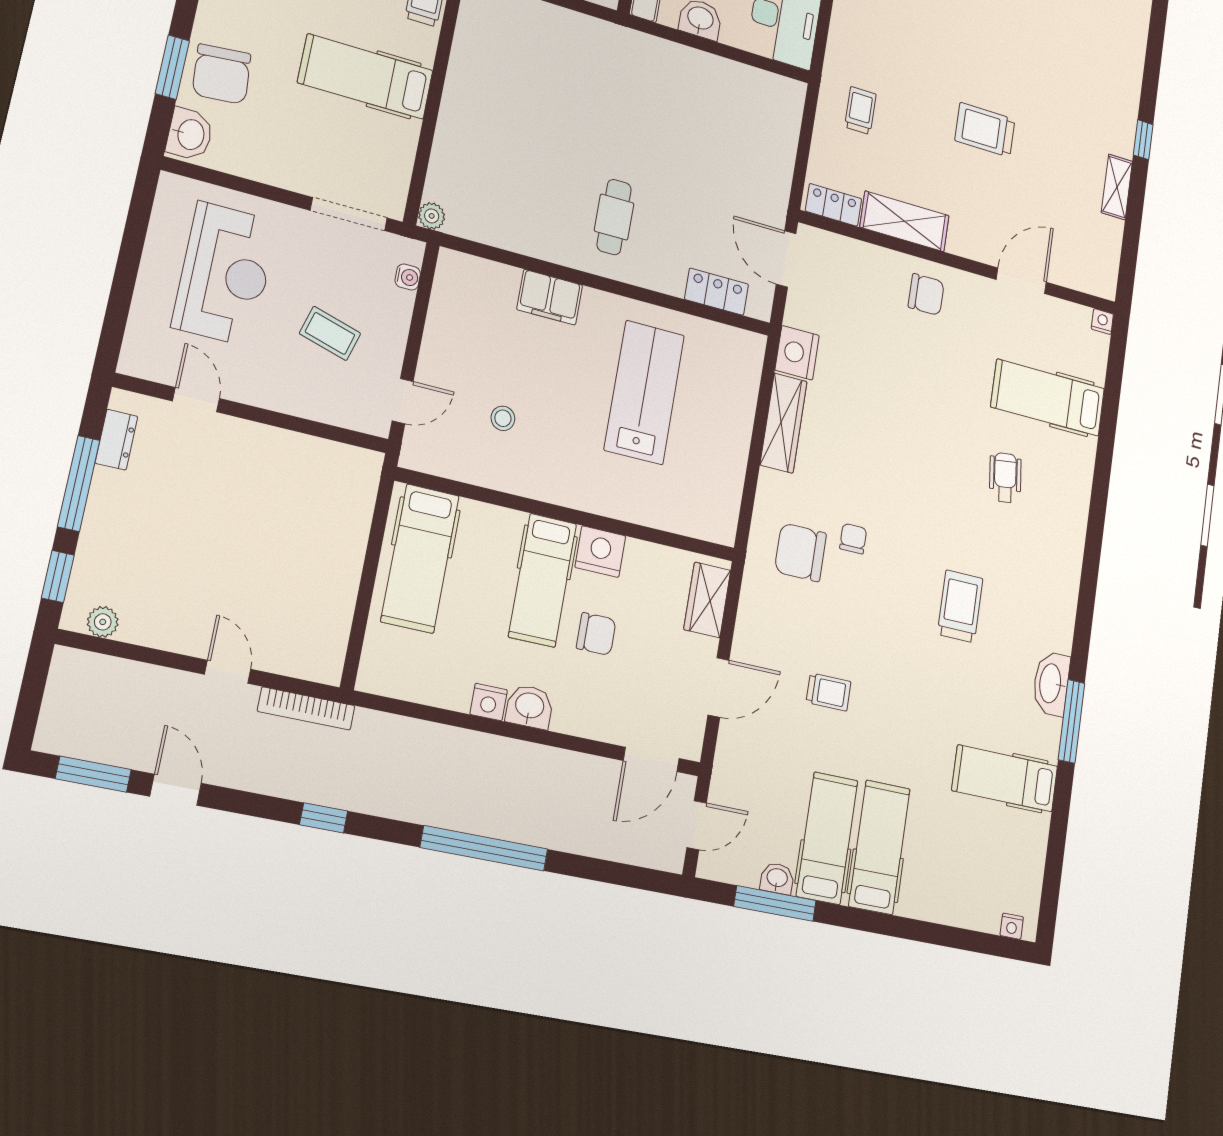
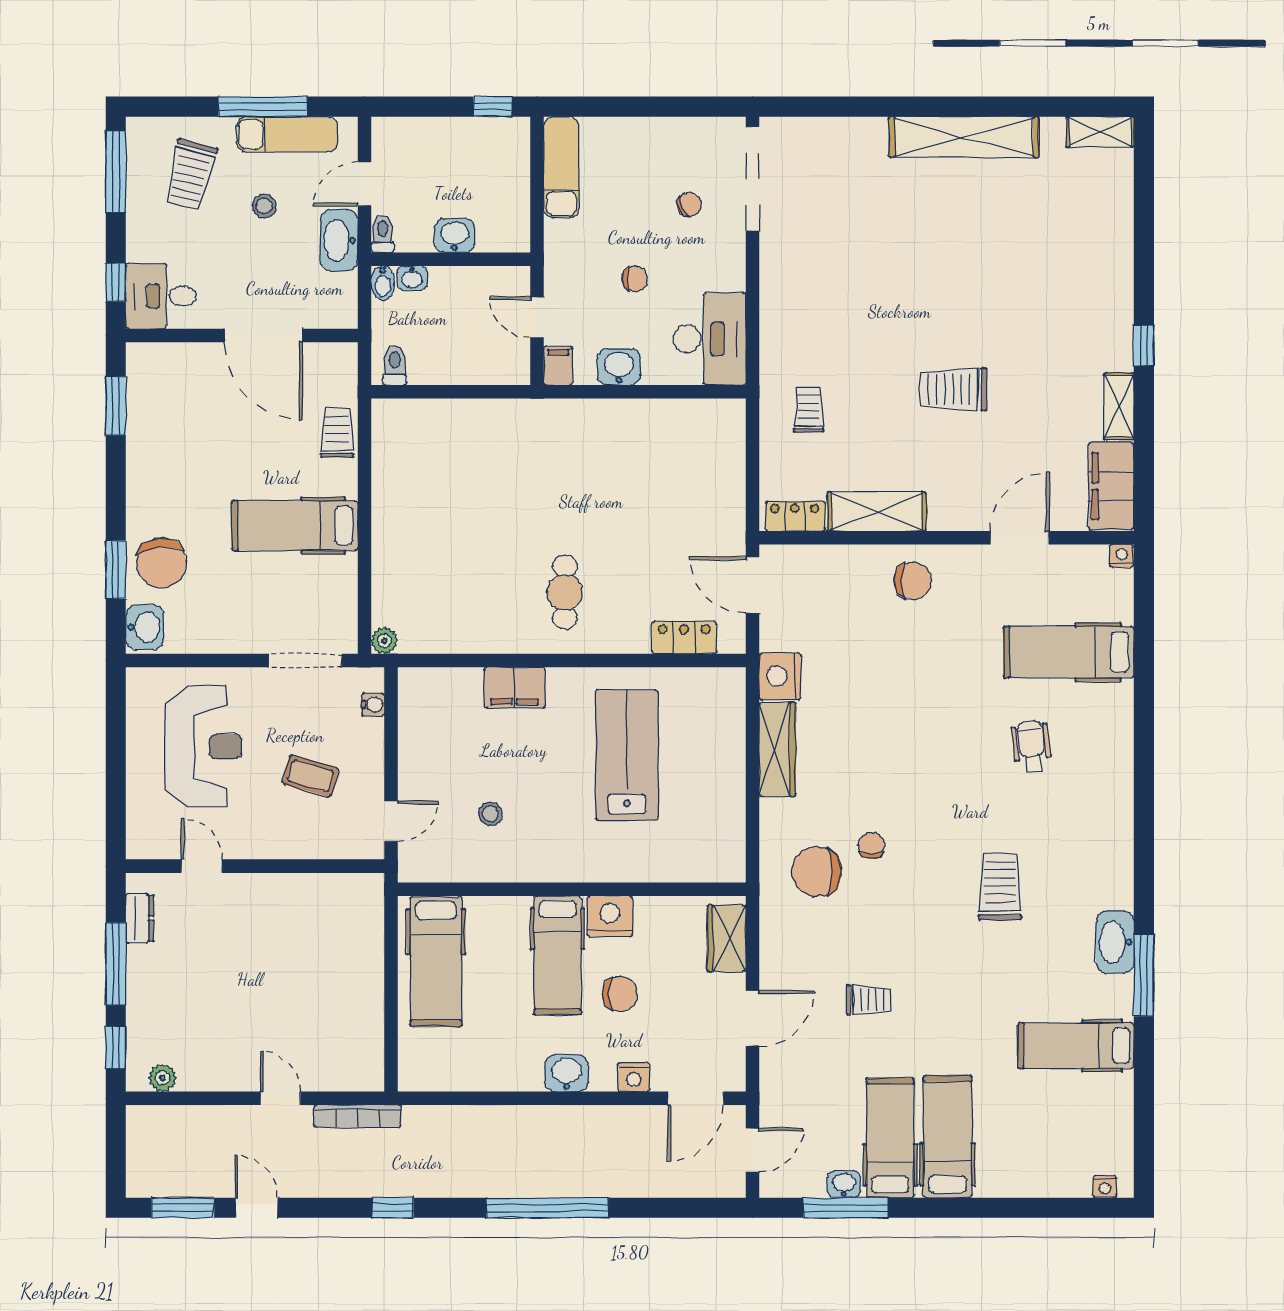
filing cabinet: (1102, 256) -> (1111, 486), added
nightstand: (489, 702) -> (634, 1077), moved

